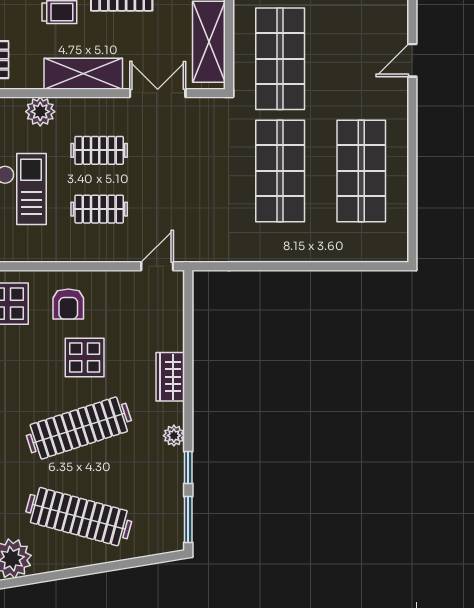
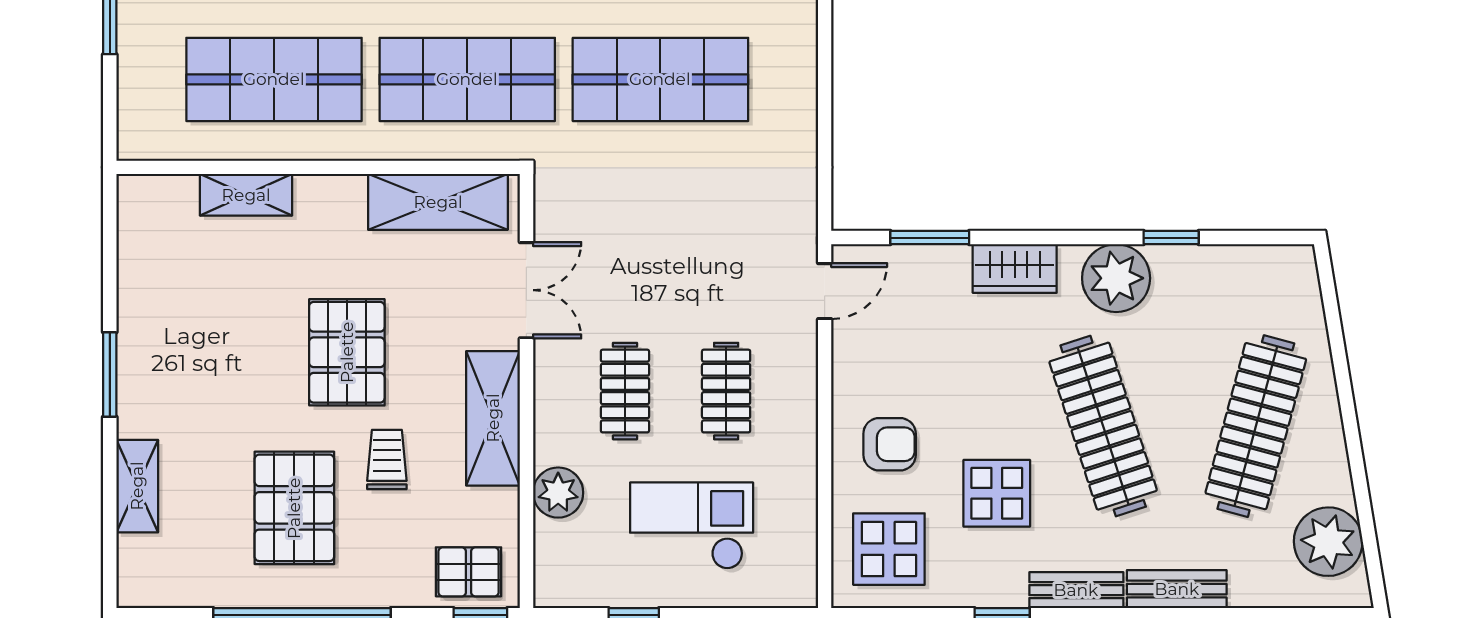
double door: (158, 93) -> (526, 290), swing flipped
door: (157, 266) -> (825, 291), swing flipped
display table: (85, 358) -> (997, 493), moved
plant: (174, 436) -> (1116, 278), width x1.87, depth x1.87
window: (188, 519) -> (930, 238), moved

